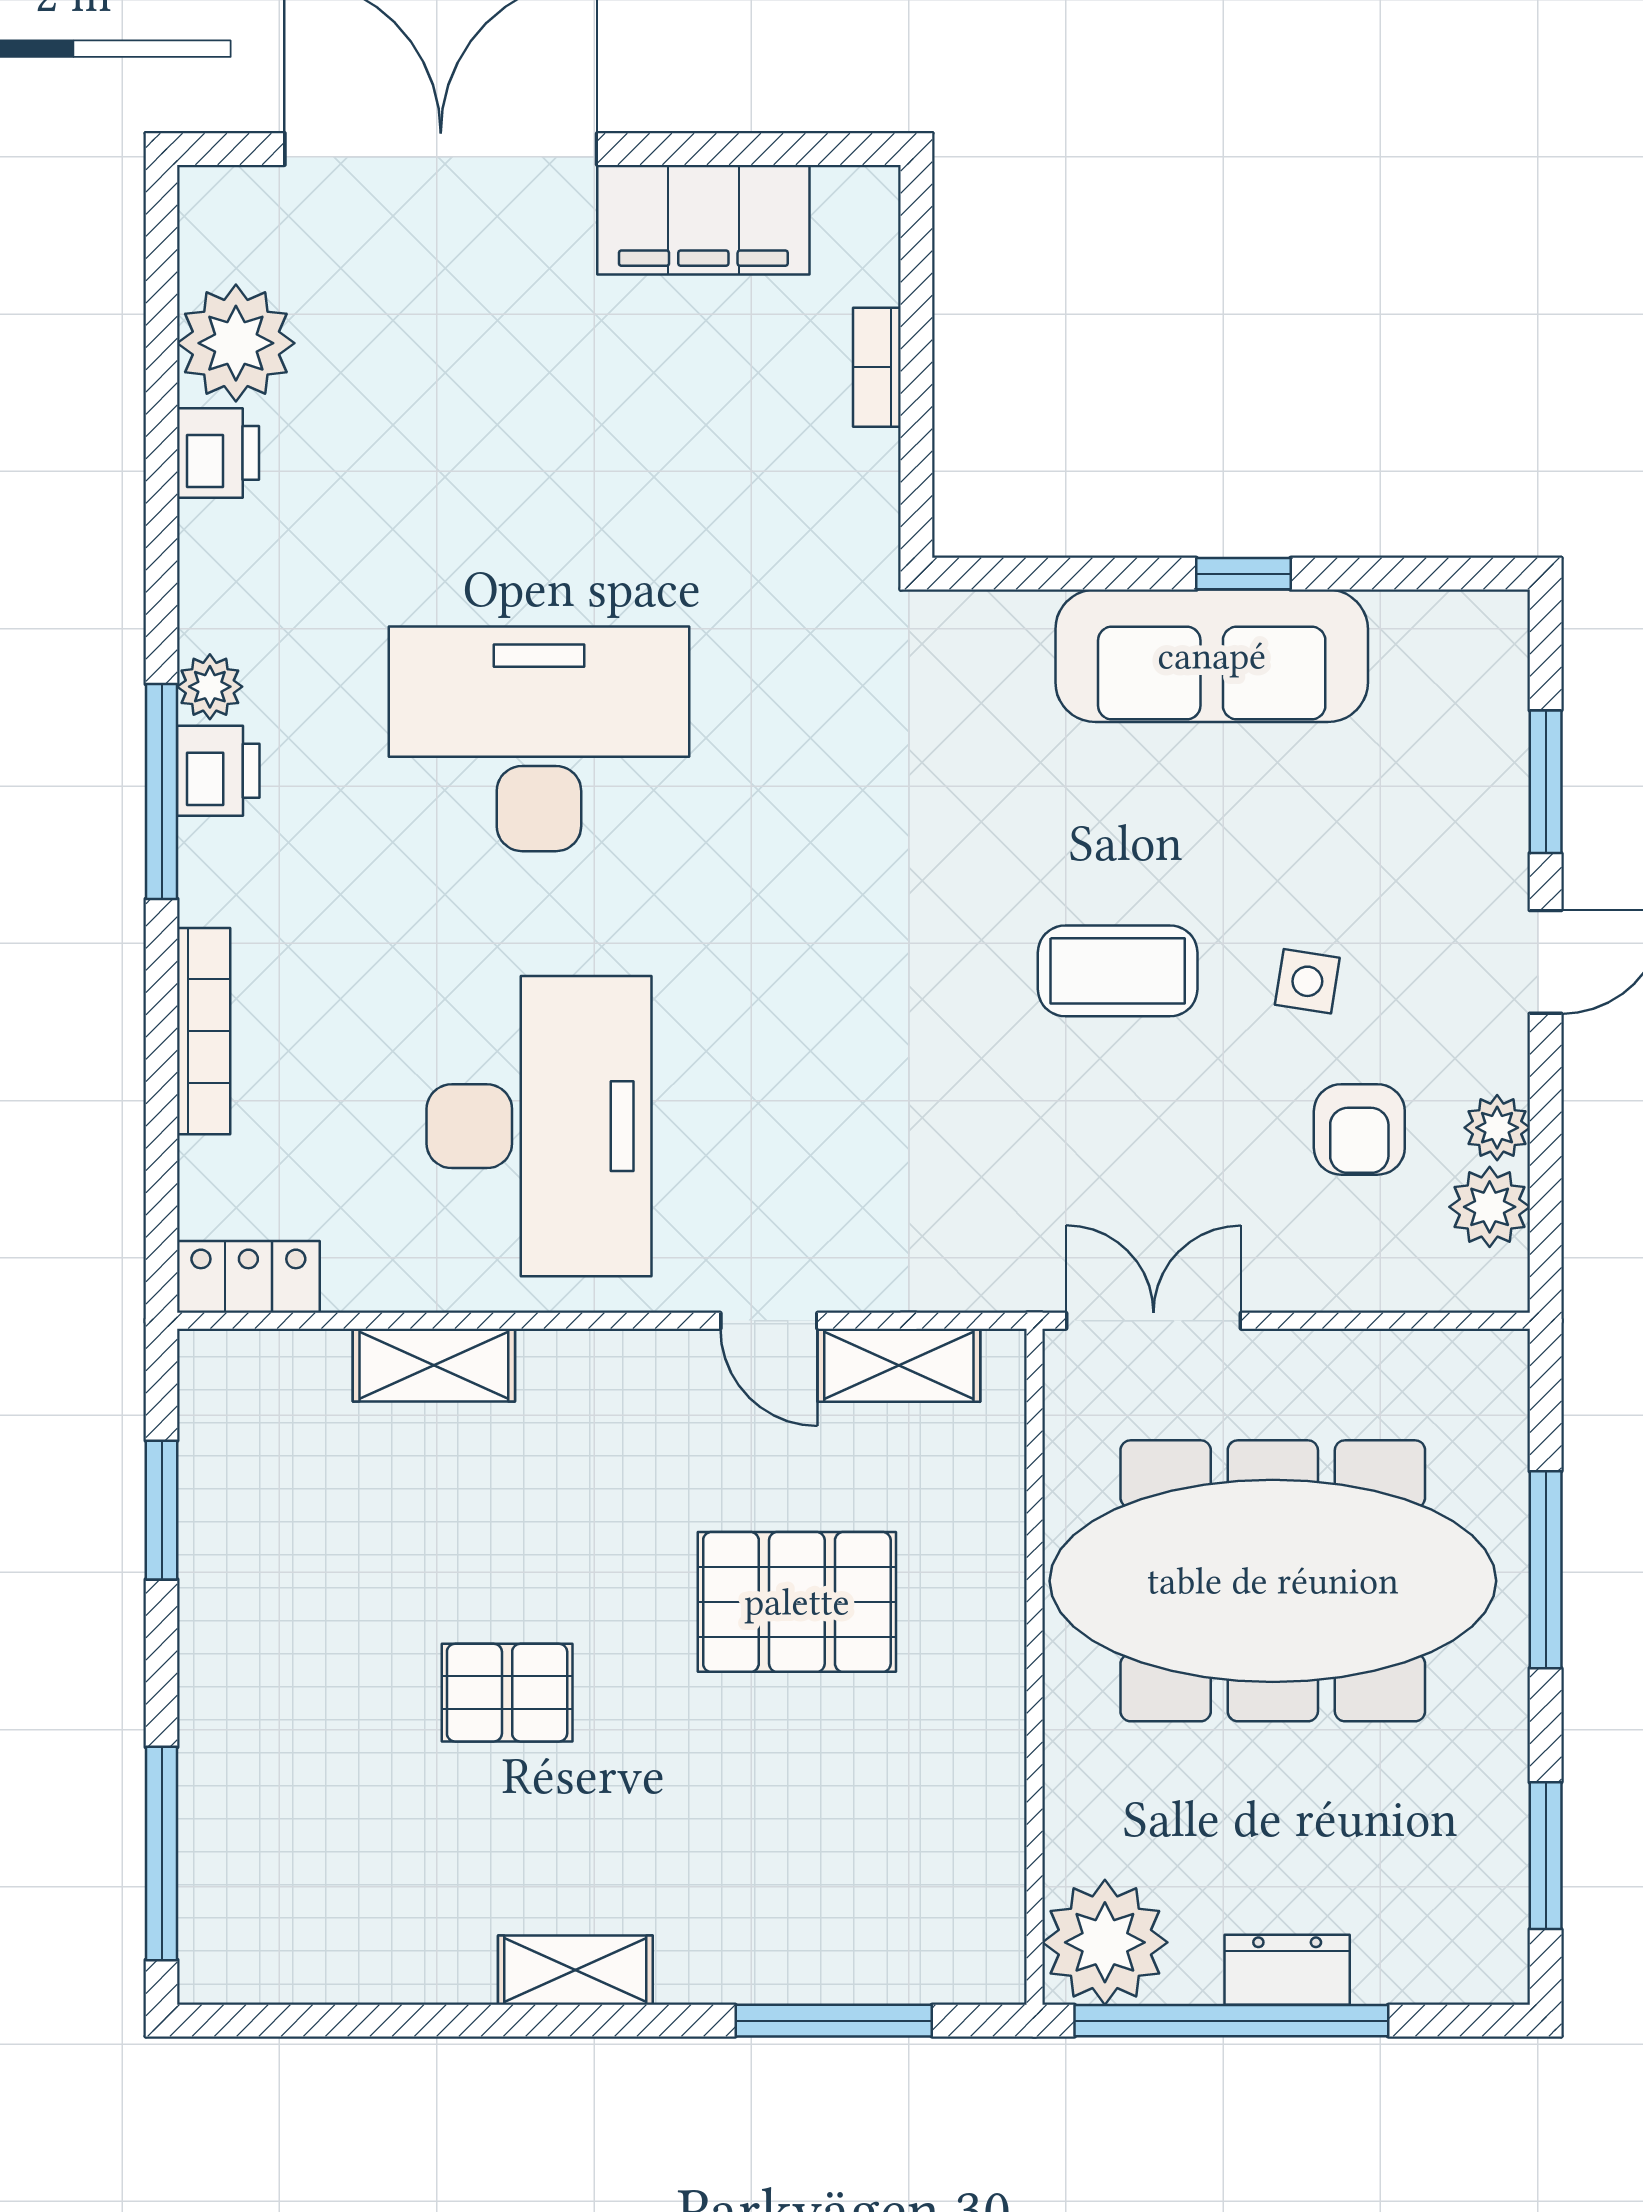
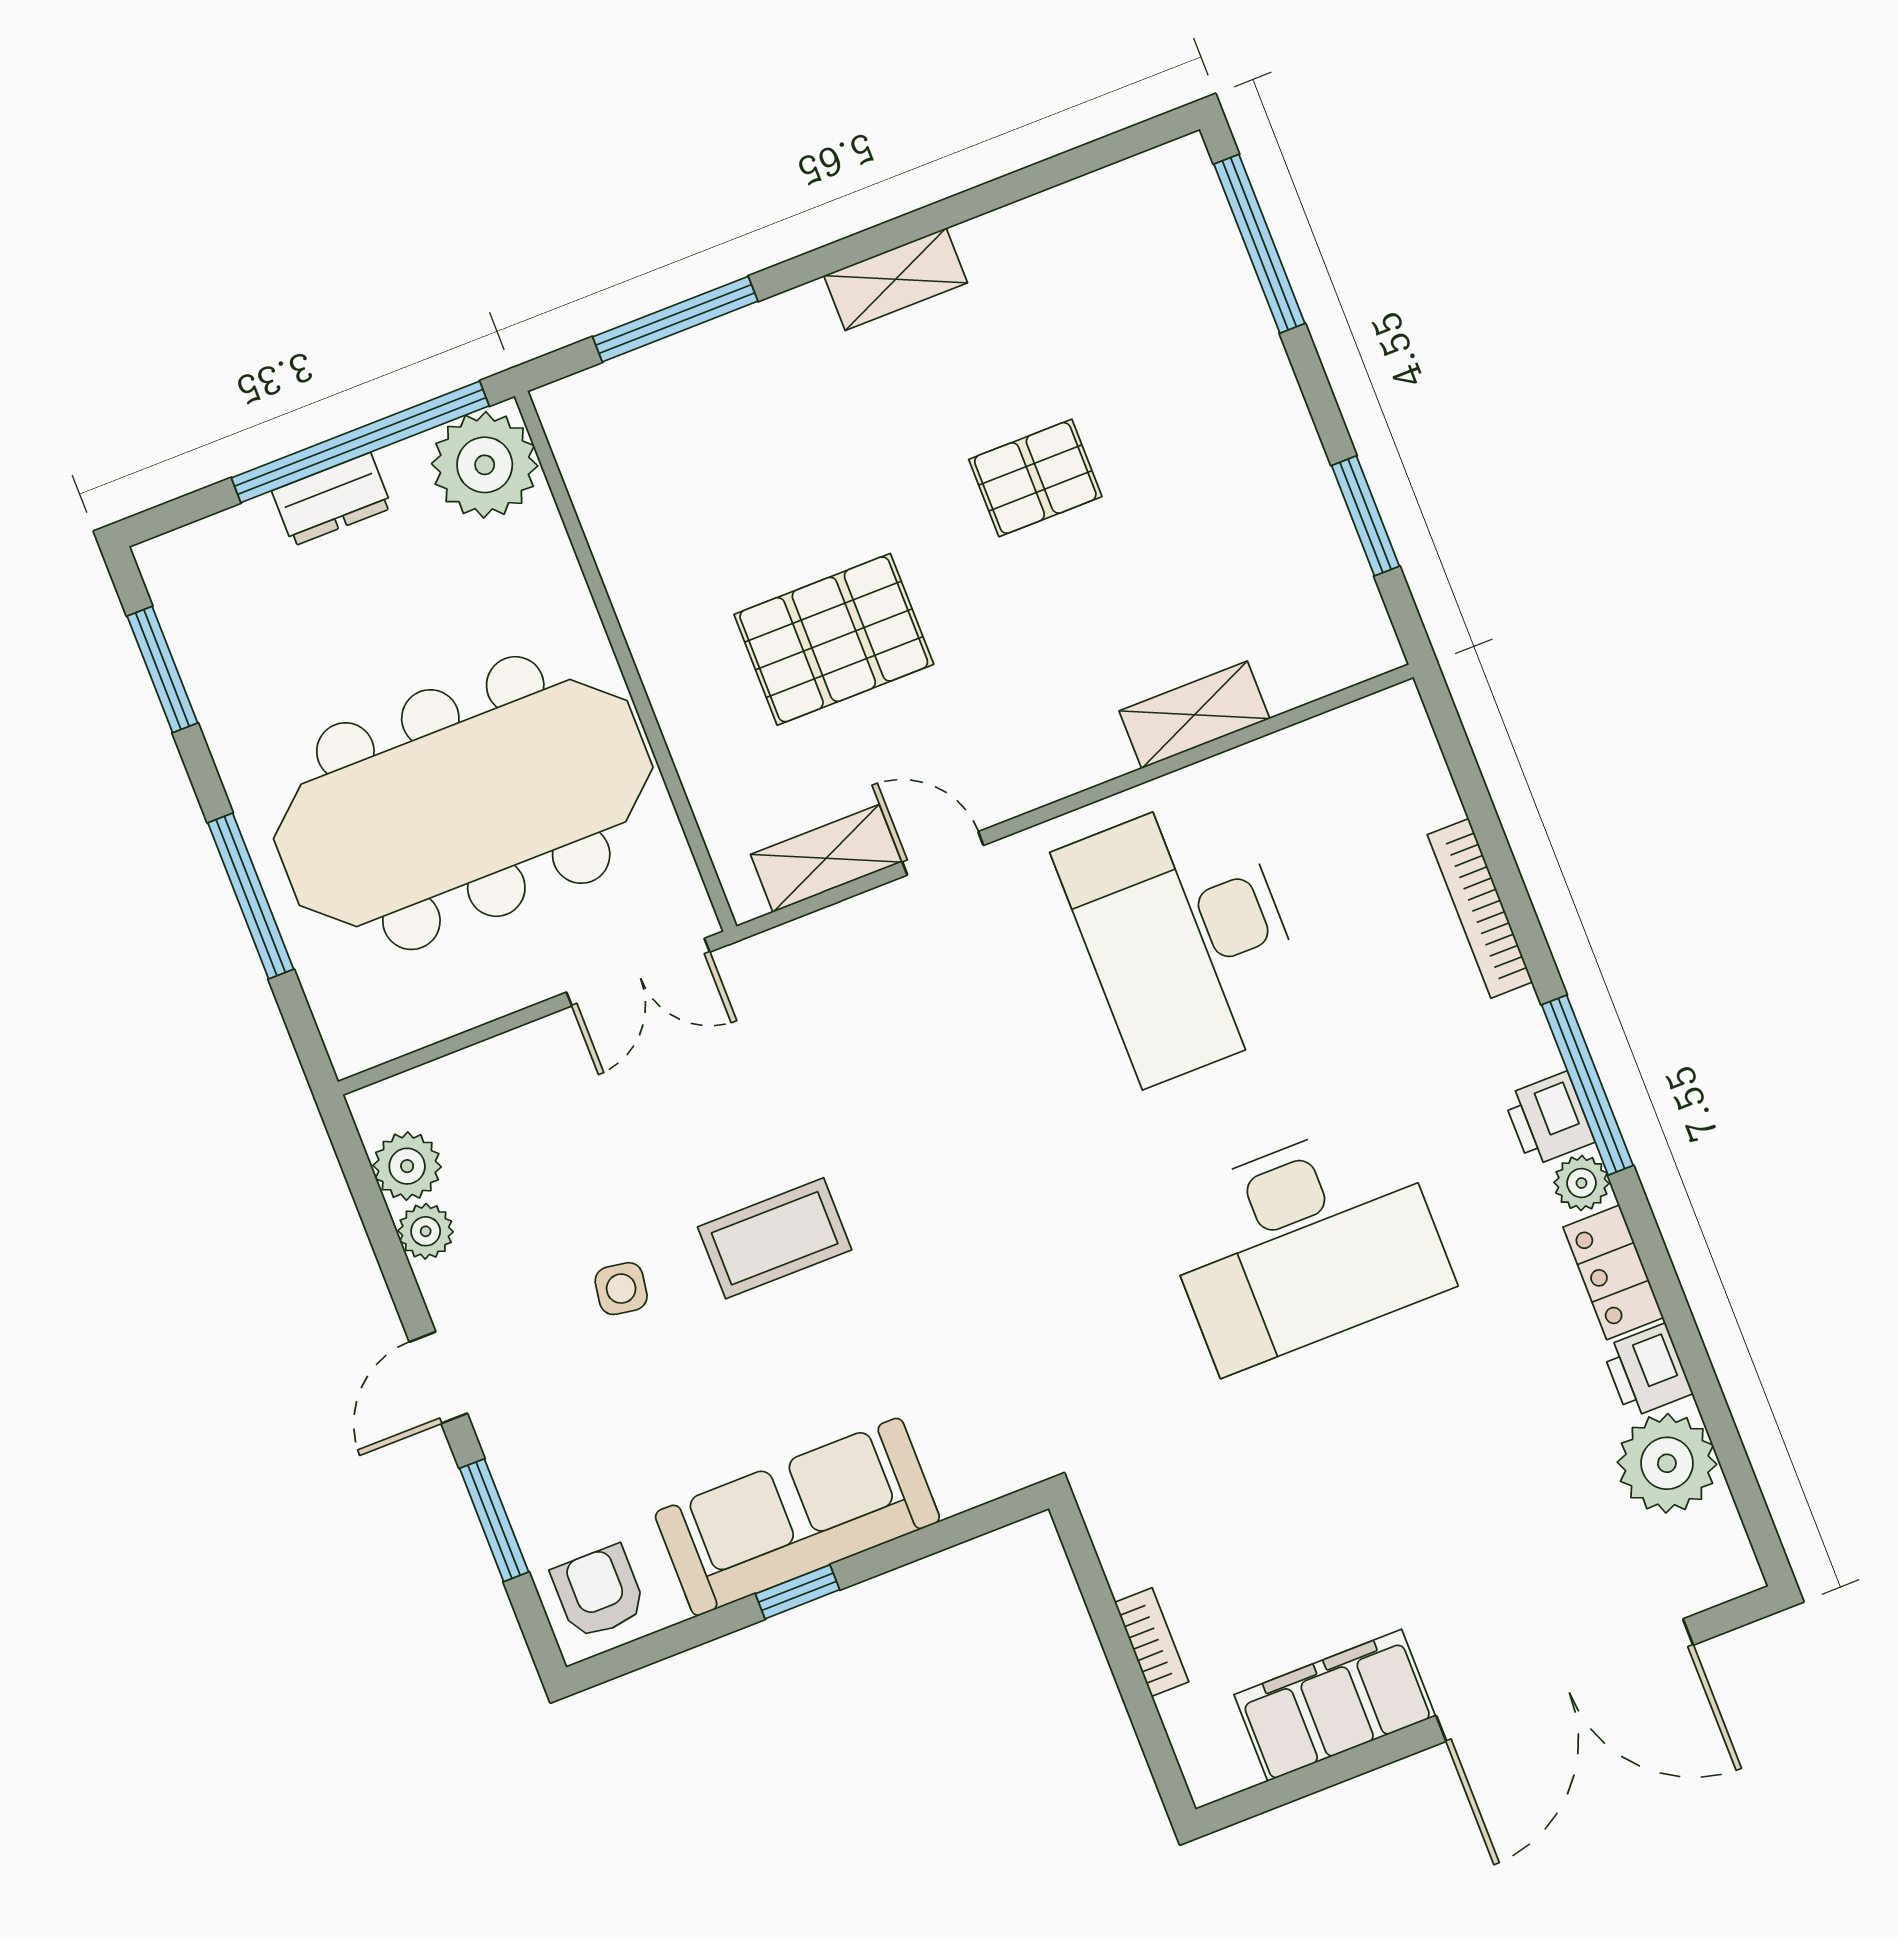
armchair: (1359, 1129) -> (599, 1592), moved
locker: (248, 1277) -> (1613, 1272), moved, turned 90

